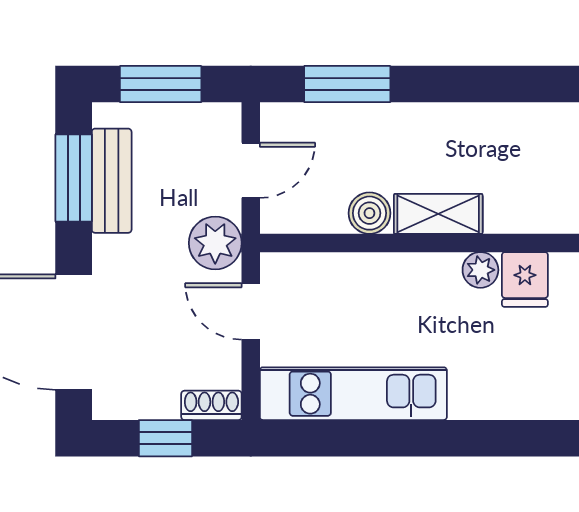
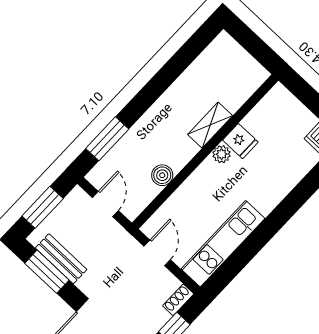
shelving: (438, 214) -> (210, 125), moved
plant: (215, 243) -> (120, 242), removed
door: (251, 311) -> (157, 253), swing flipped

